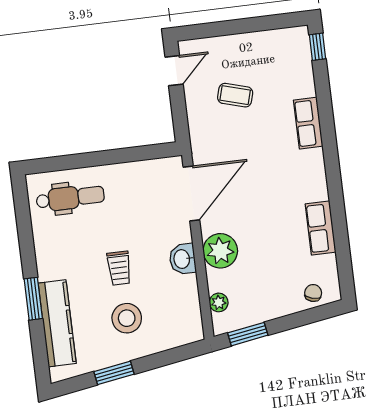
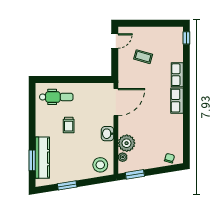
row of seats: (321, 228) -> (177, 101), moved
plant: (220, 251) -> (127, 143), moved
trolley: (119, 268) -> (69, 125), moved
window: (33, 299) -> (32, 160), moved
stool: (127, 318) -> (100, 165), moved

